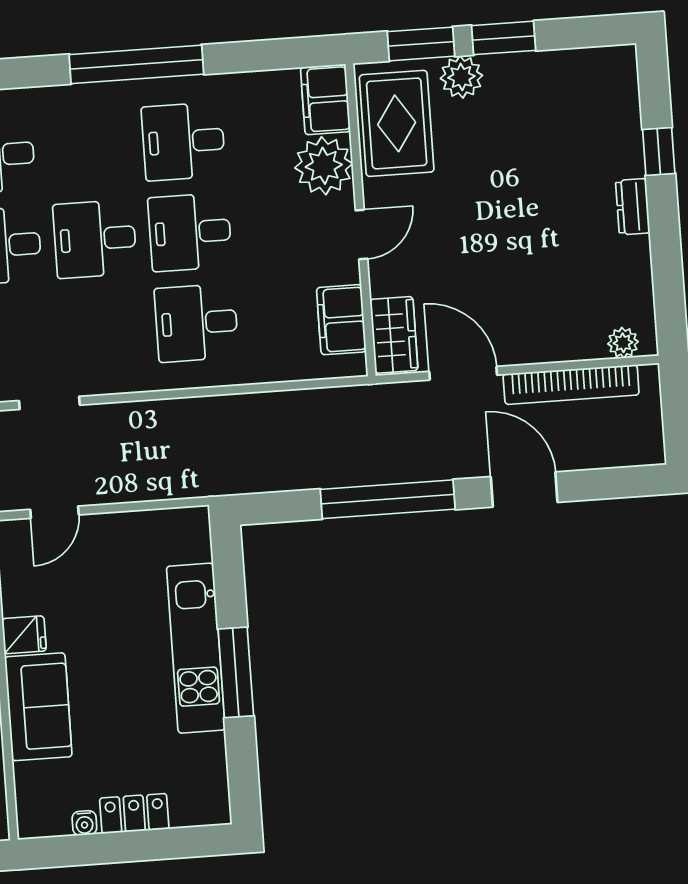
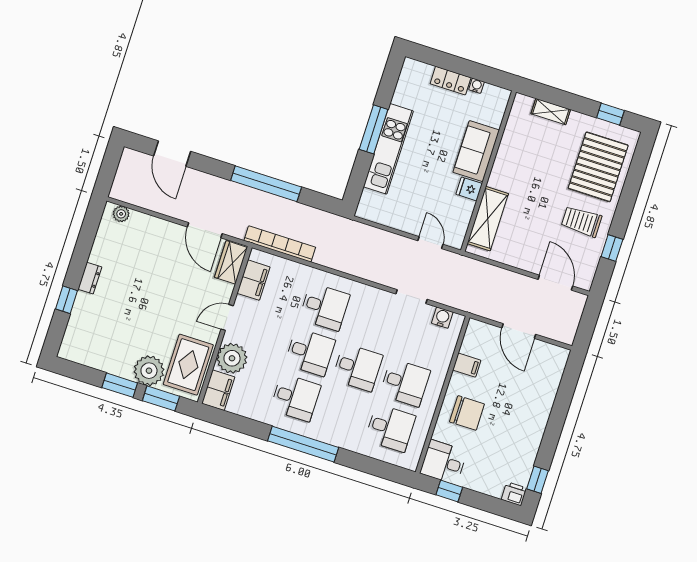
plant: (461, 77) -> (149, 371), width x1.36, depth x1.36
bookcase: (571, 384) -> (280, 244), moved
door: (524, 489) -> (172, 154), moved
door: (55, 512) -> (430, 243), hinge flipped

